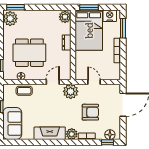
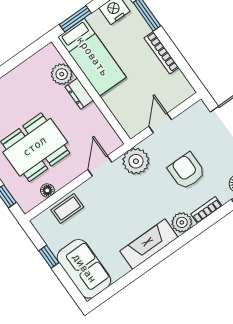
plant: (65, 17) -> (62, 74), moved
bed: (89, 30) -> (92, 57), width x0.67
door: (94, 82) -> (160, 123), hinge flipped
armchair: (90, 112) -> (187, 171), turned -90

